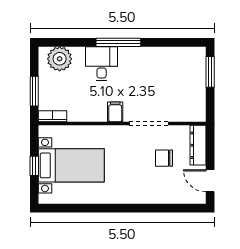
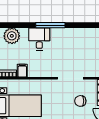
filing cabinet: (115, 112) -> (22, 71), moved

